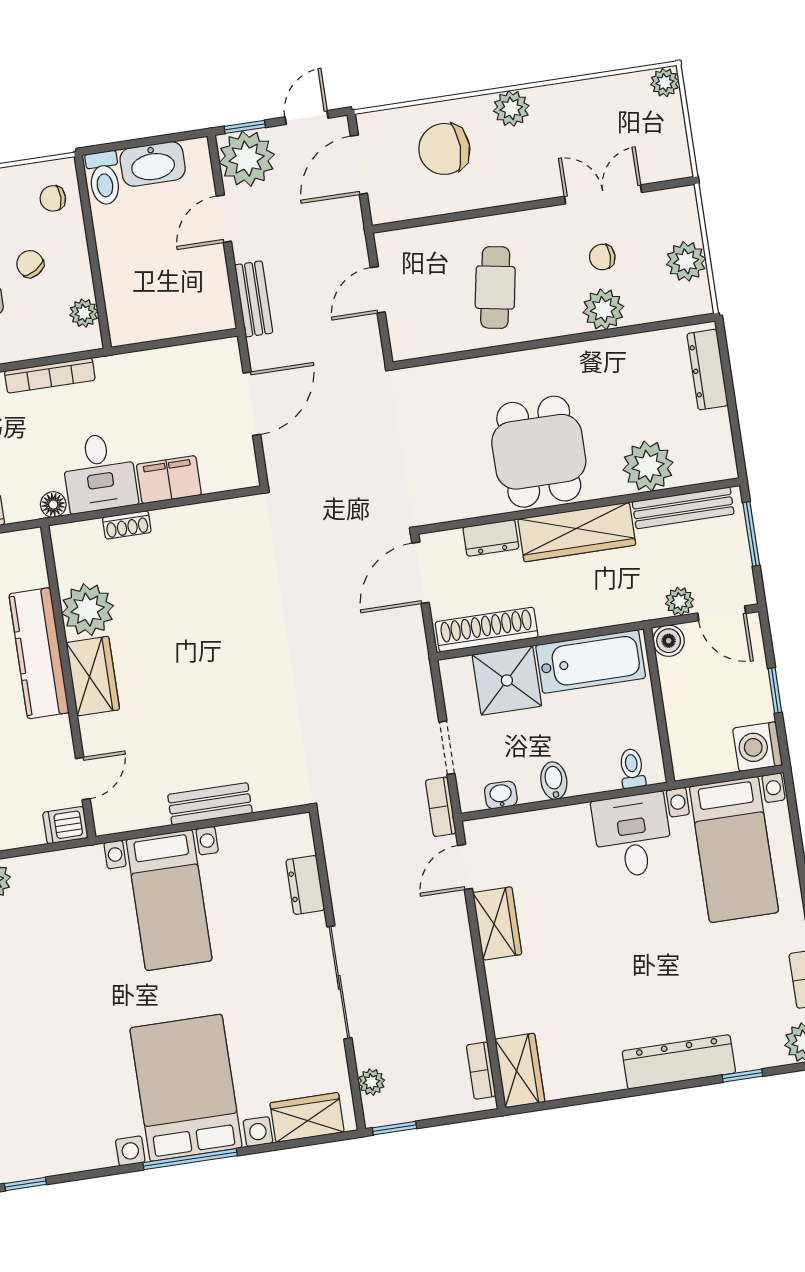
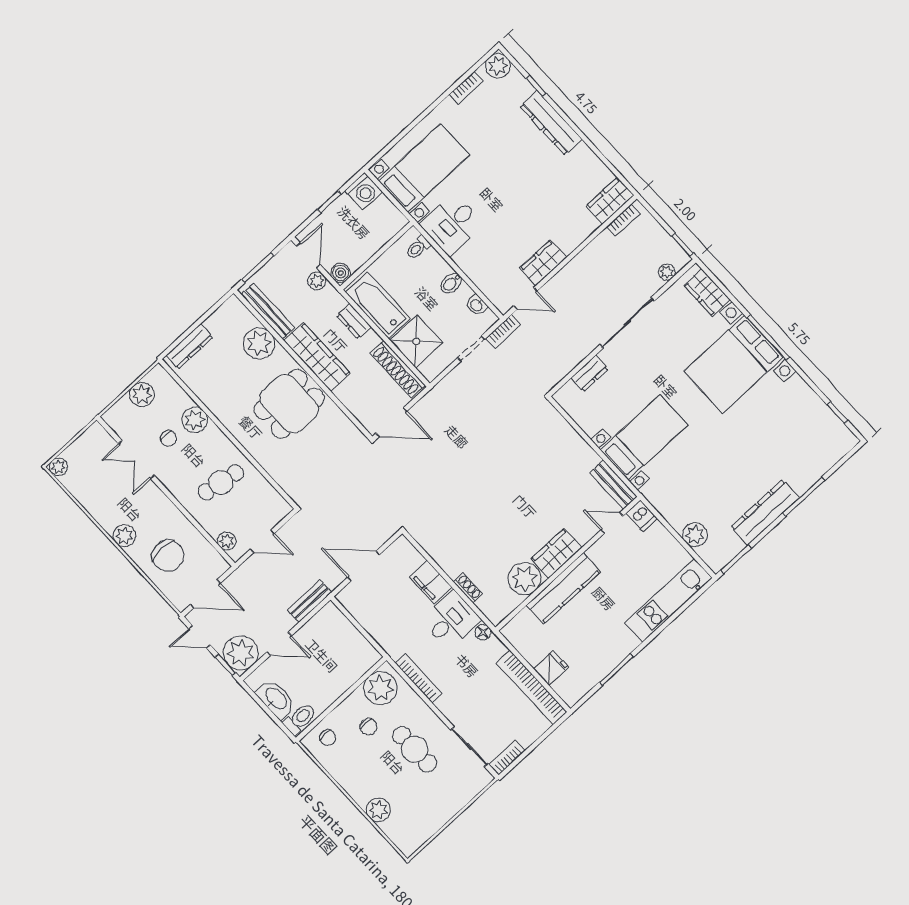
plant: (411, 242) -> (227, 541), added
chair: (30, 264) -> (369, 727), turned -58
plant: (84, 313) -> (380, 688), width x1.88, depth x1.88
dresser: (491, 538) -> (354, 321), moved, turned 180
bench: (210, 804) -> (613, 485), moved

